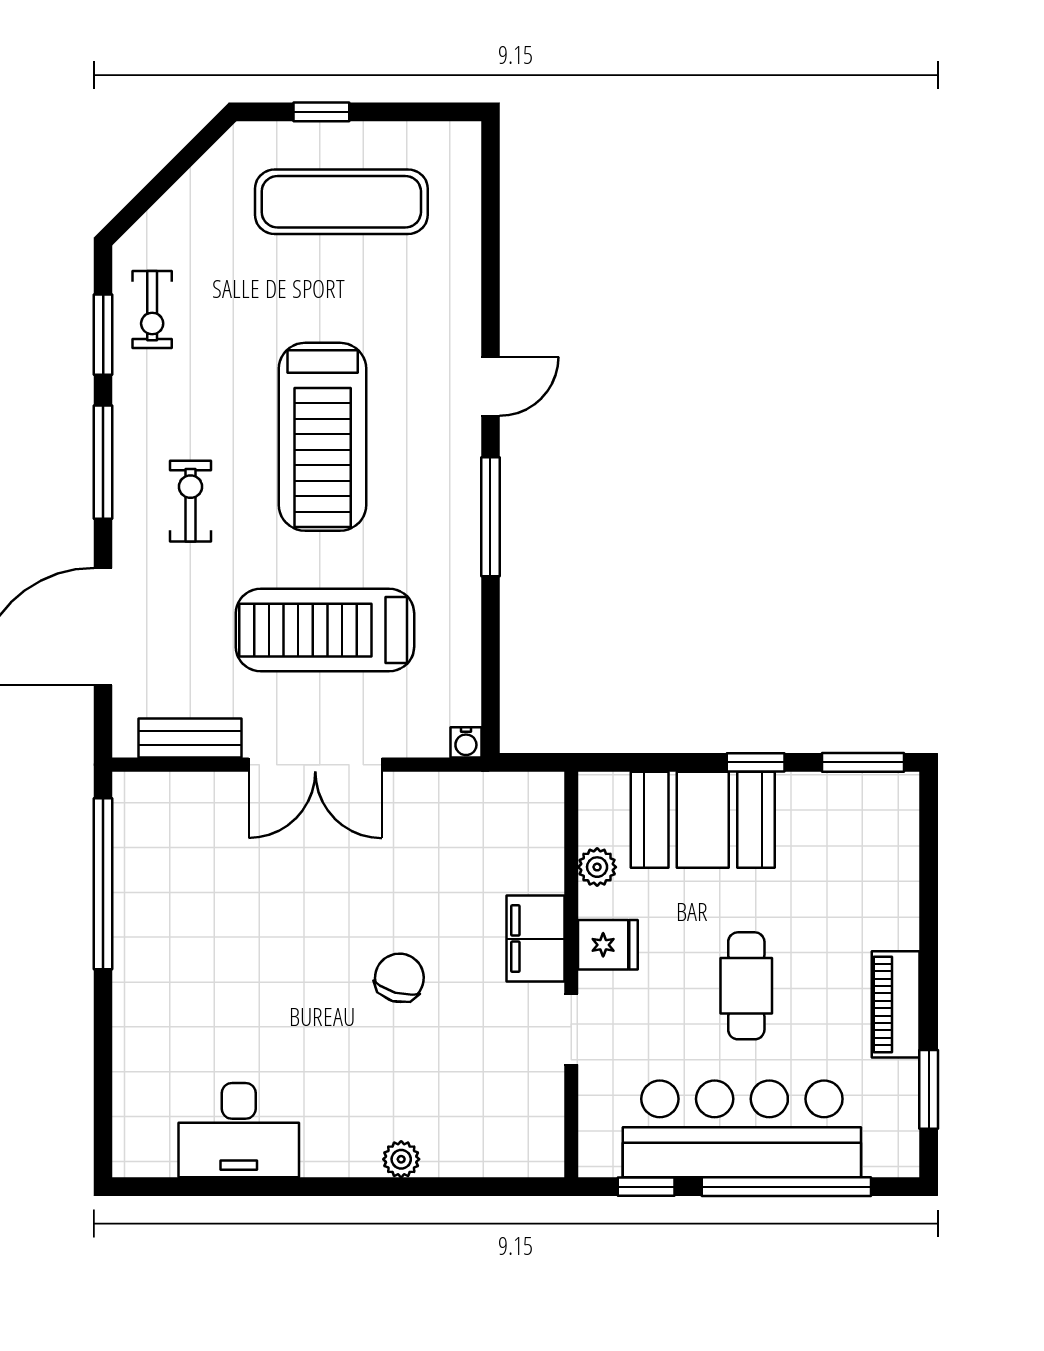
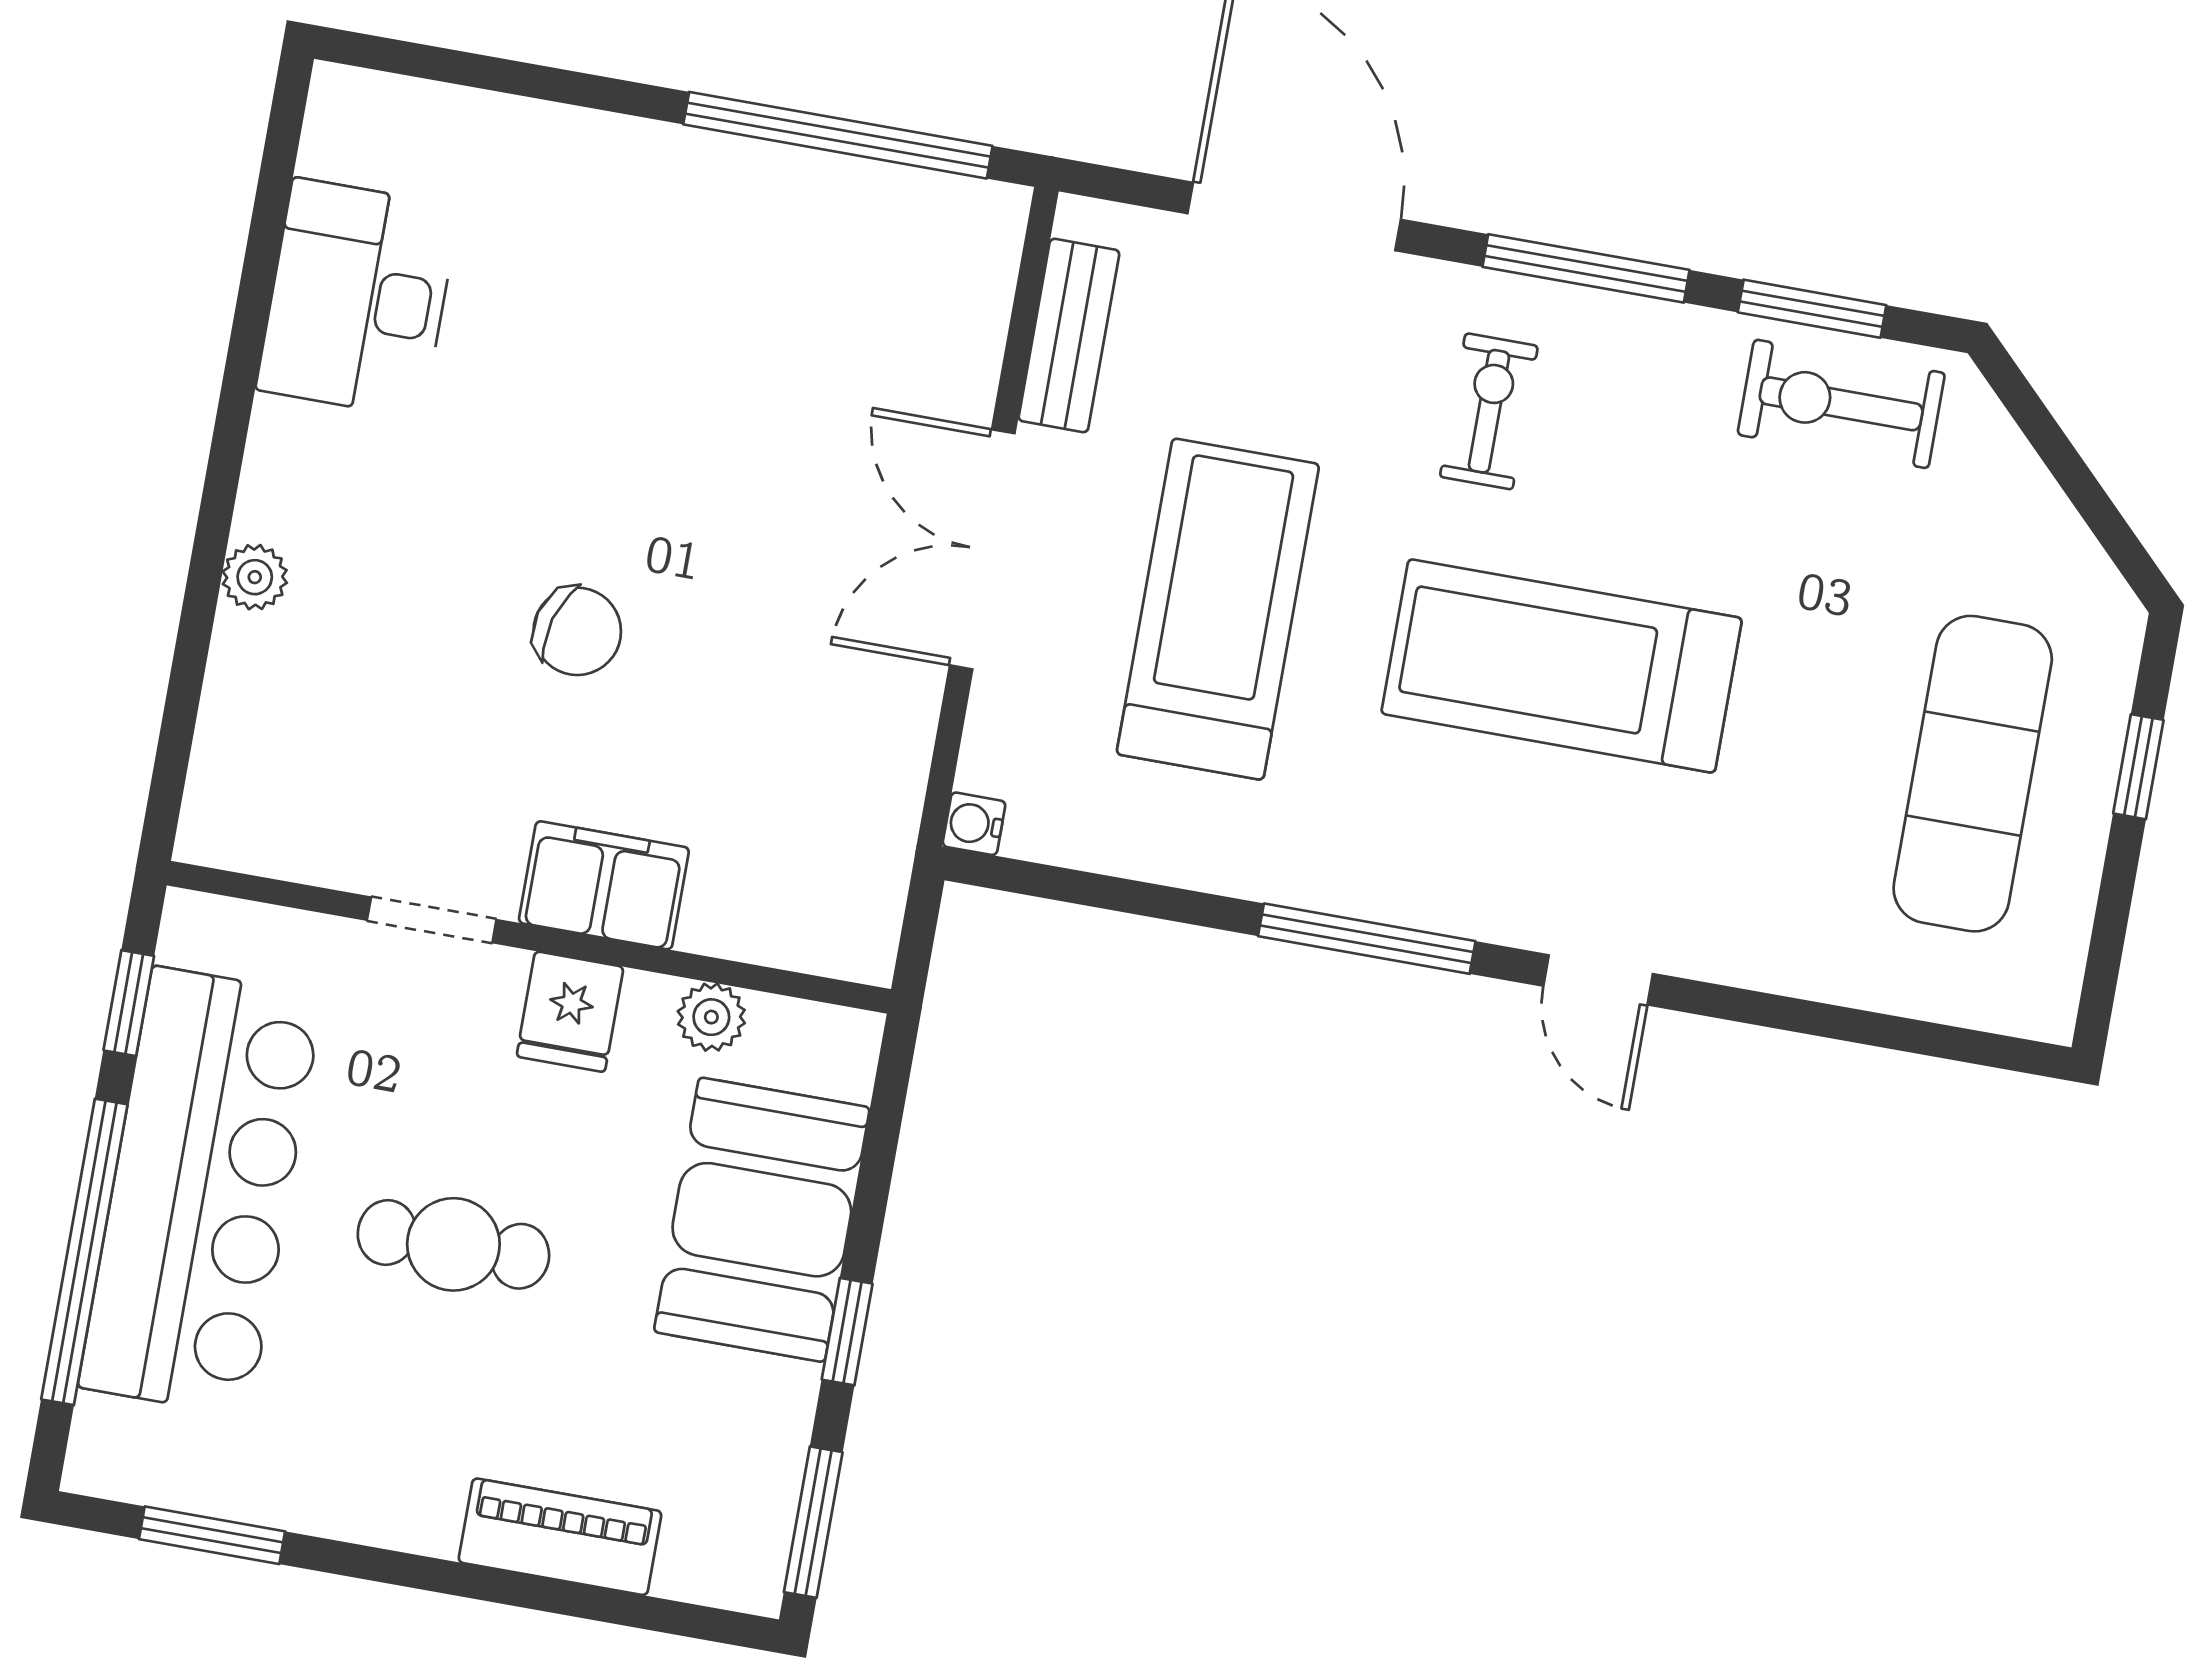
exercise bike: (152, 310) -> (1841, 404), width x1.38, depth x1.39
exercise bike: (190, 501) -> (1489, 411), turned -90
piano: (896, 1004) -> (560, 1537), moved

